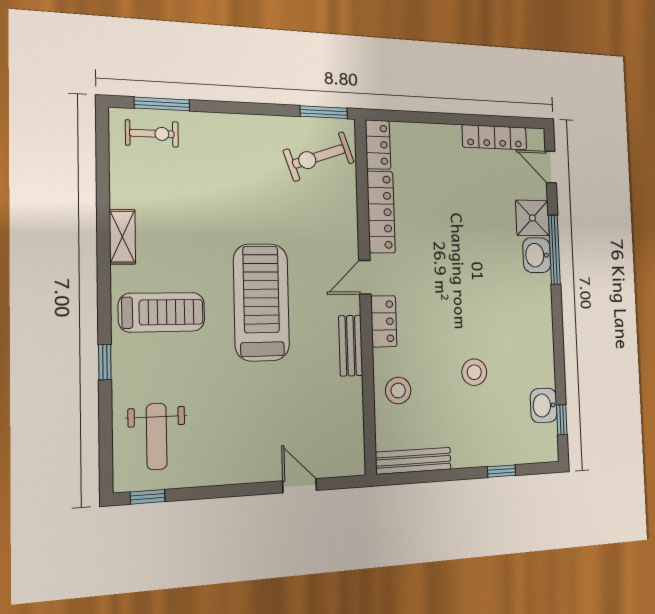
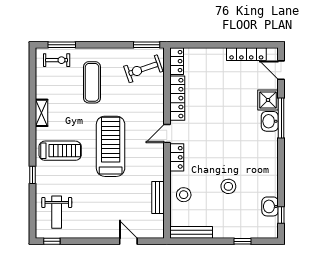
exercise mat: (223, 179) -> (92, 82), added
bench: (351, 346) -> (158, 198), moved

